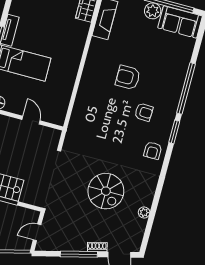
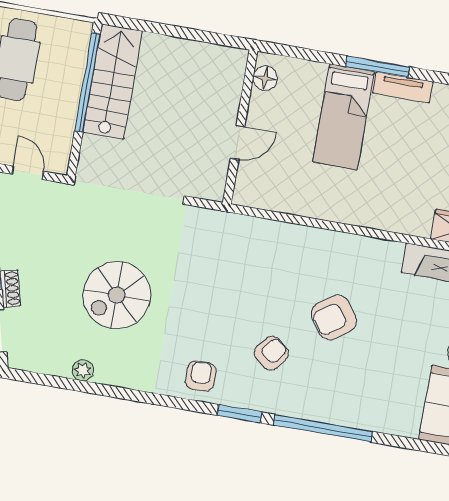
armchair: (128, 77) -> (334, 317), turned -126
armchair: (144, 112) -> (271, 353), turned -144
armchair: (153, 151) -> (201, 376), turned 90

